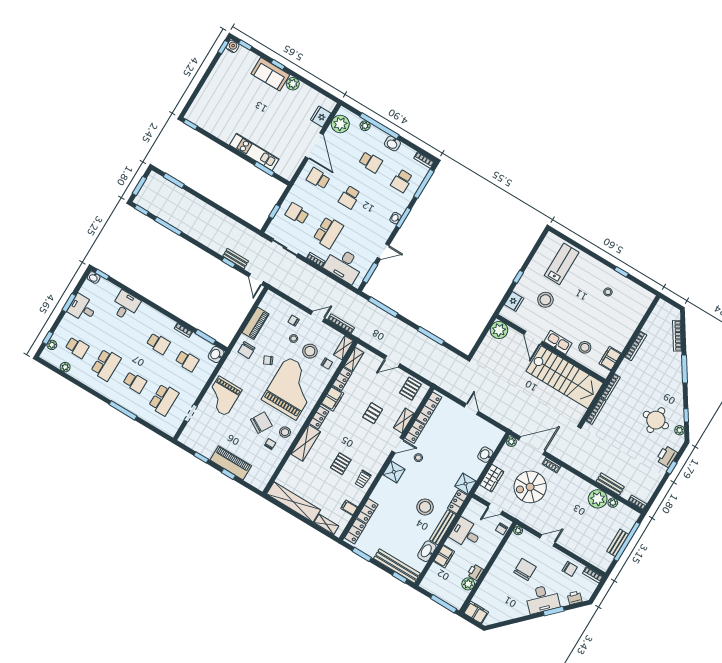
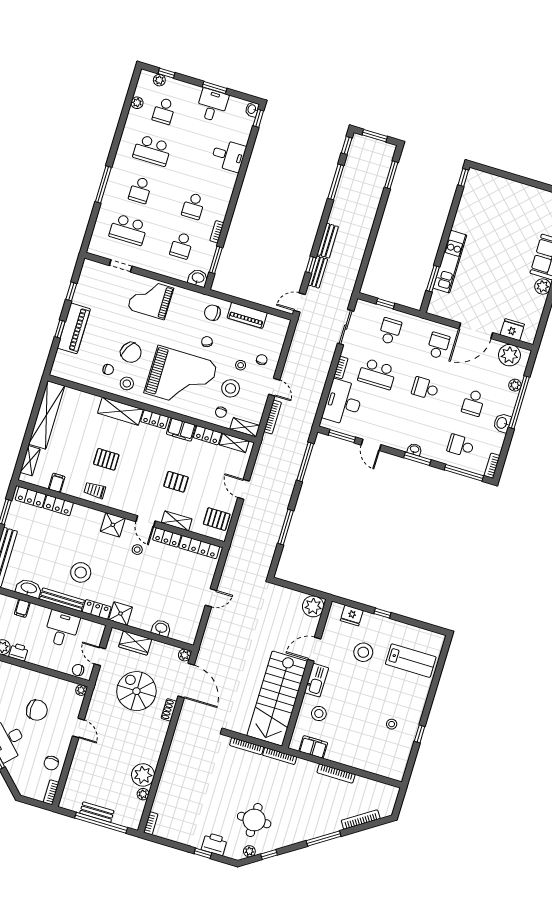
bench: (610, 484) -> (328, 241), moved
filing cabinet: (444, 556) -> (22, 608), width x0.50
printer: (575, 598) -> (19, 778), removed

